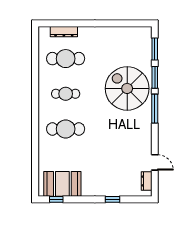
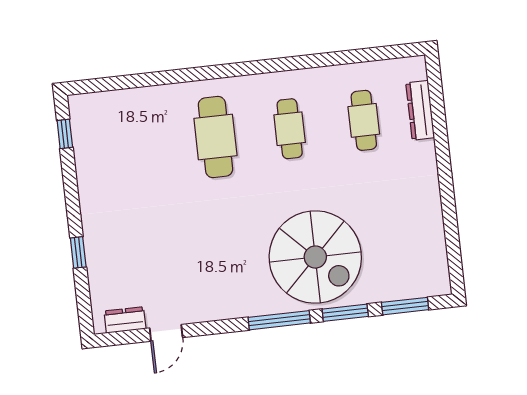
cafe table: (66, 59) -> (364, 120), width x0.73, depth x0.74
spiral stairs: (127, 88) -> (315, 257), turned 90
booth: (62, 184) -> (99, 143), removed

